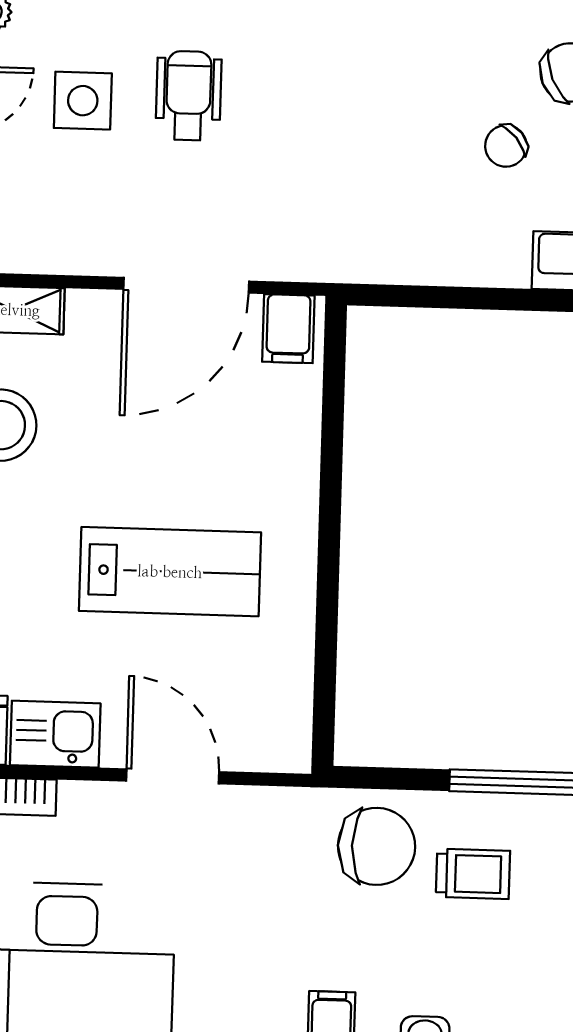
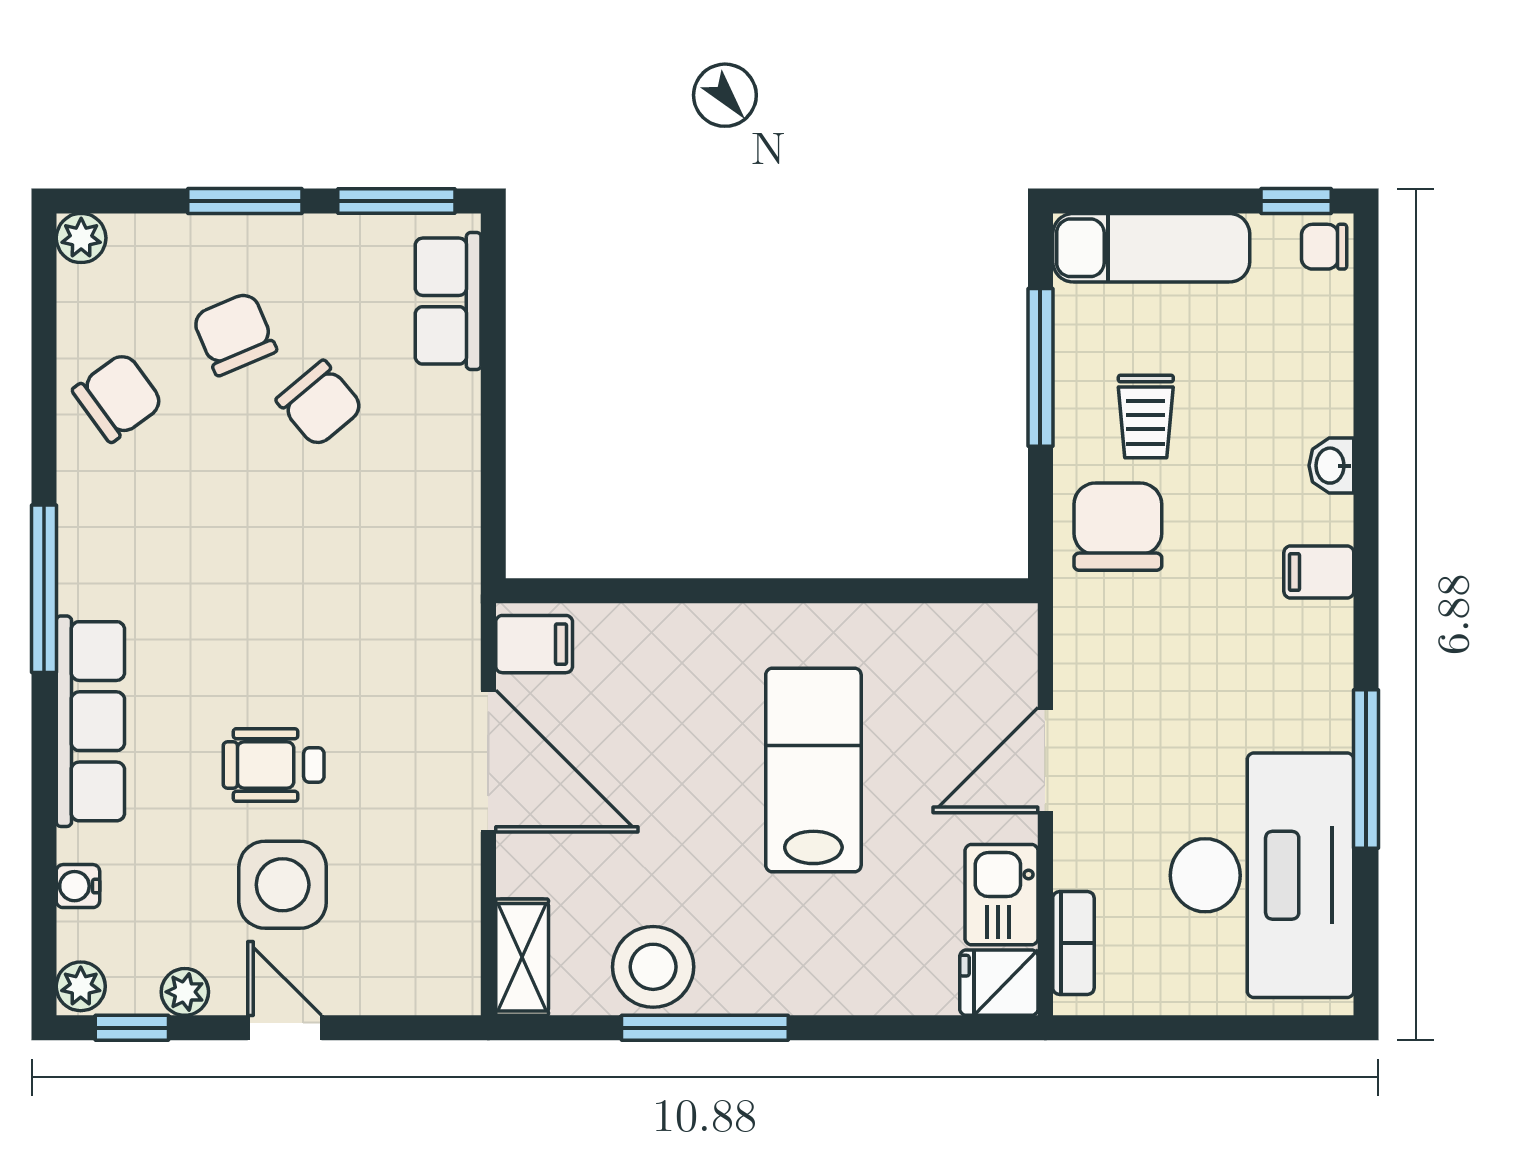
side table: (83, 101) -> (283, 885), width x1.37, depth x1.37
chair: (506, 146) -> (320, 404), width x1.37, depth x1.37
trolley: (473, 874) -> (1146, 417), turned 180

